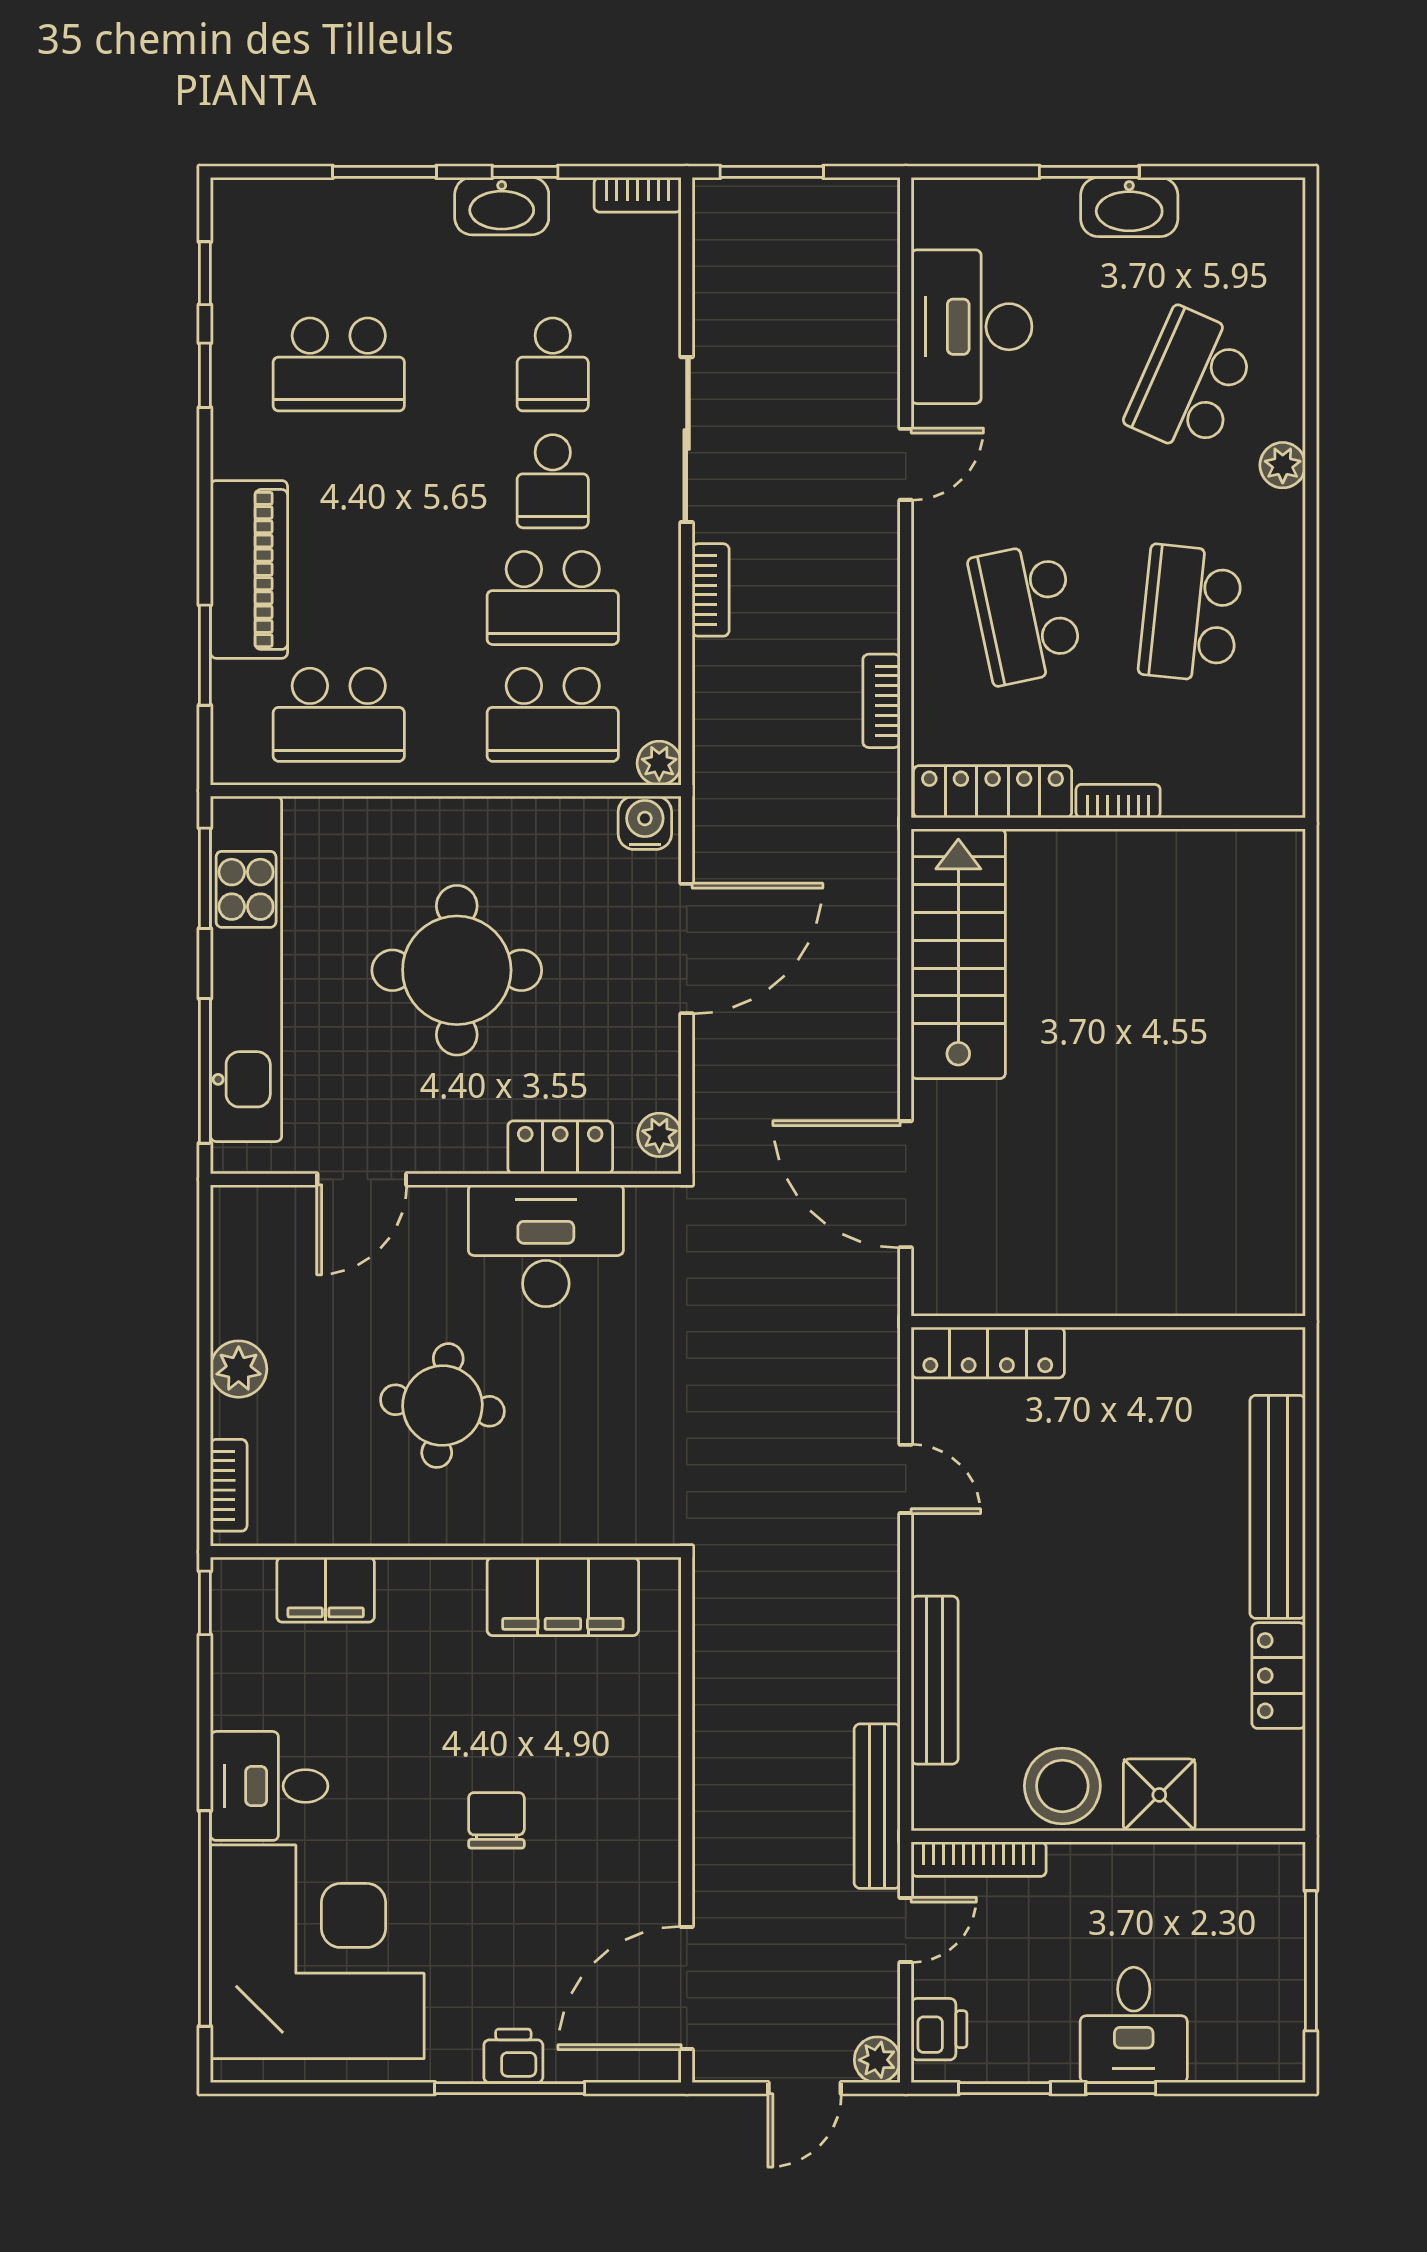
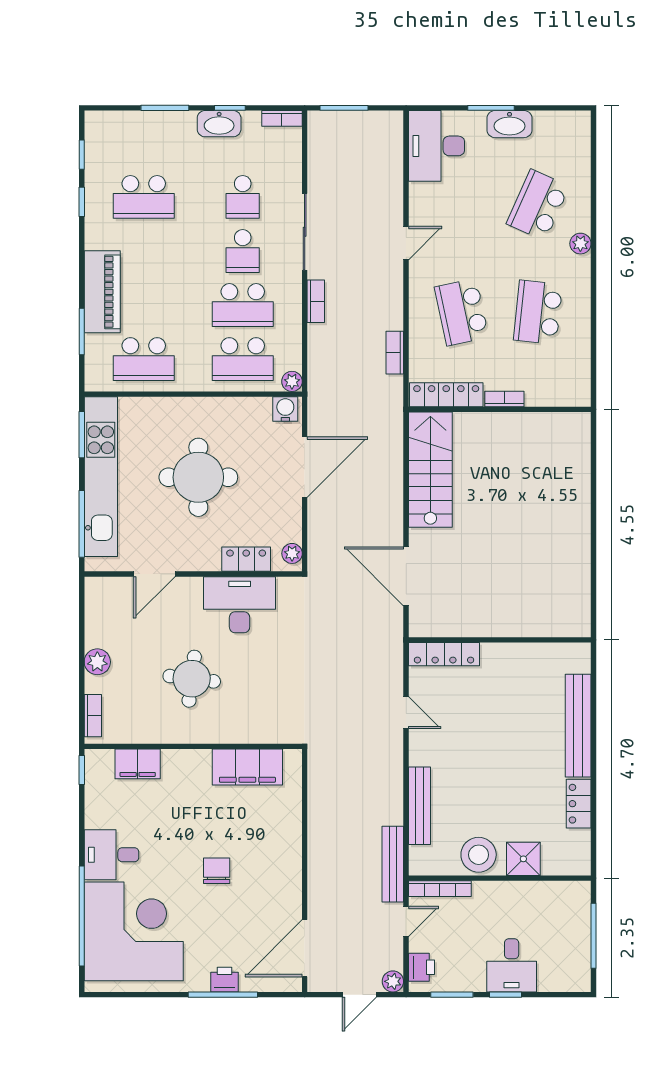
desk: (972, 327) -> (436, 146), moved

